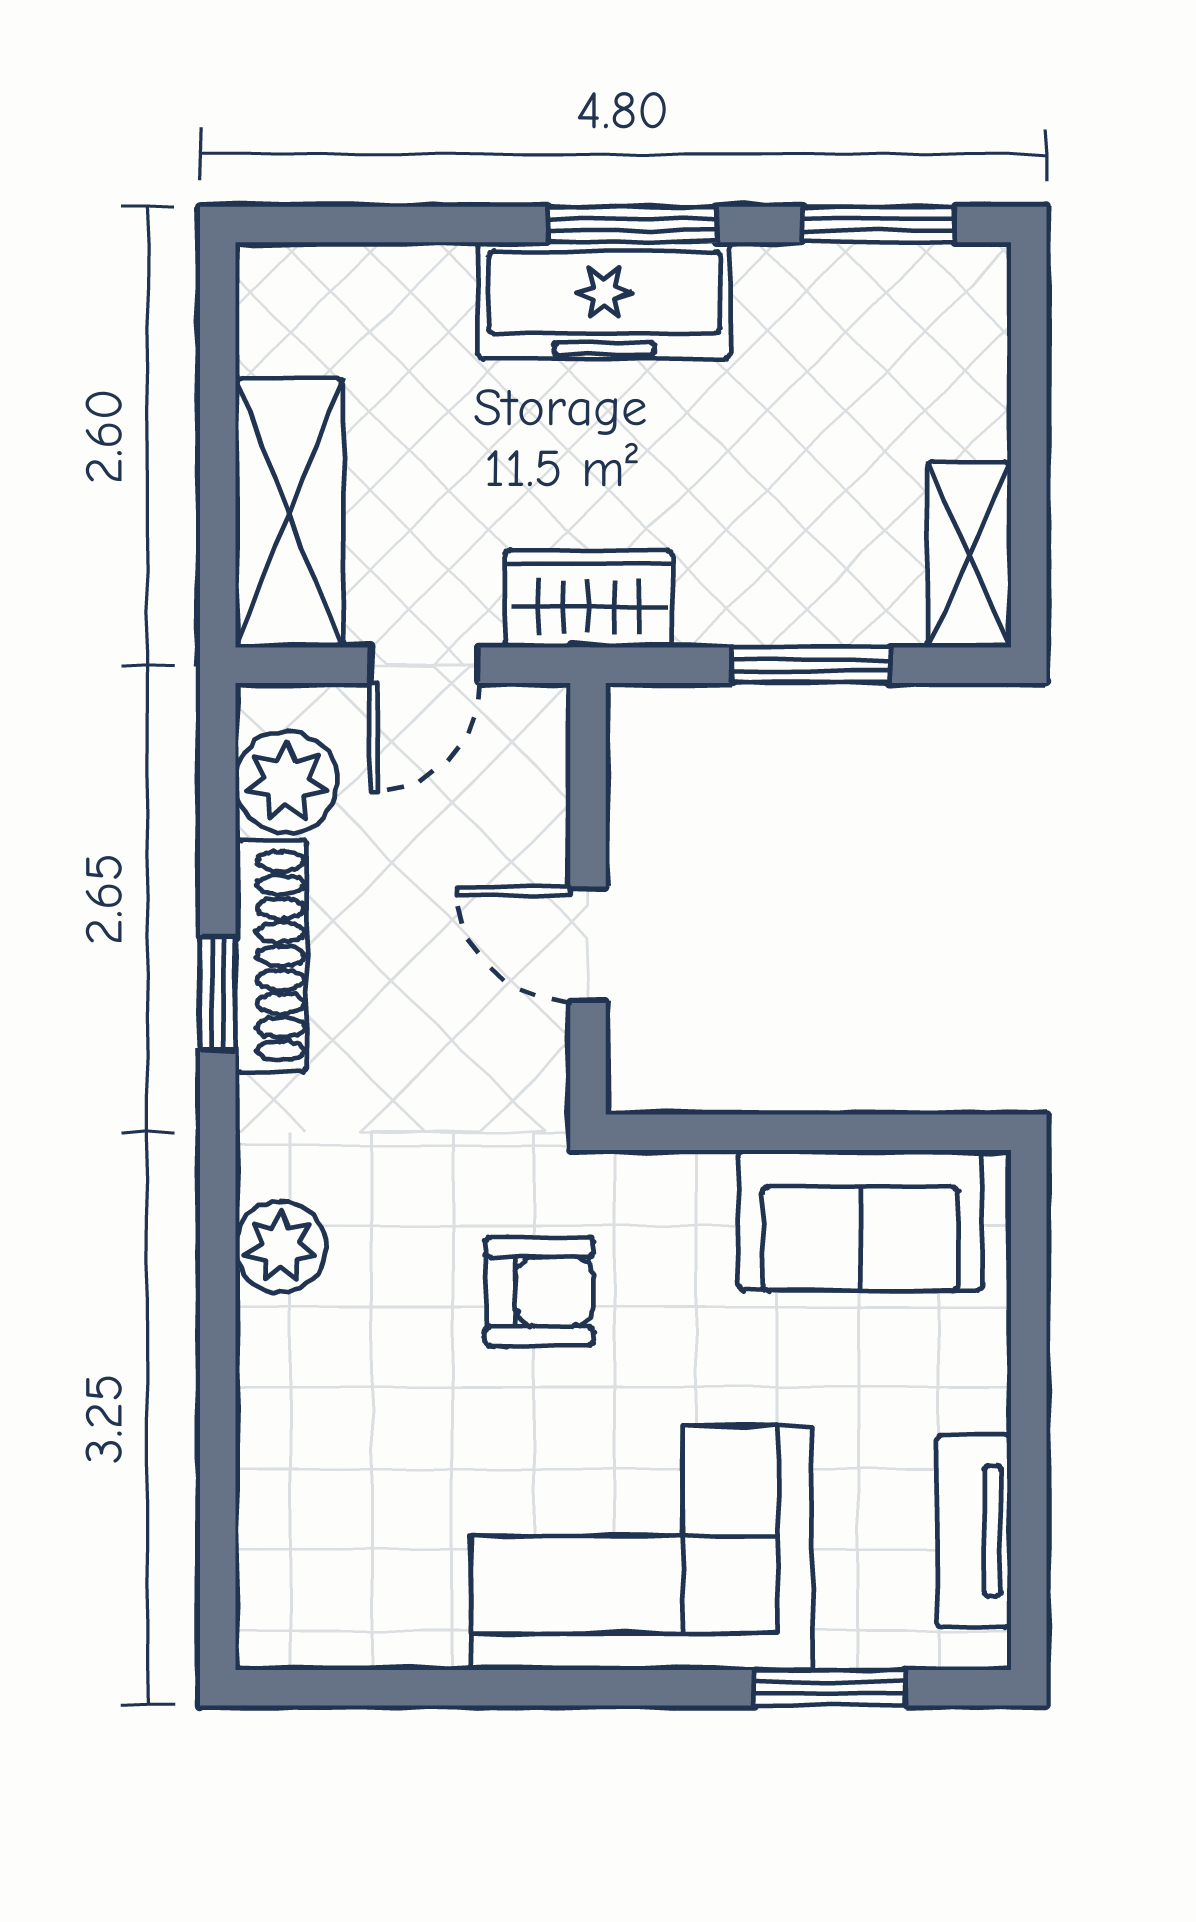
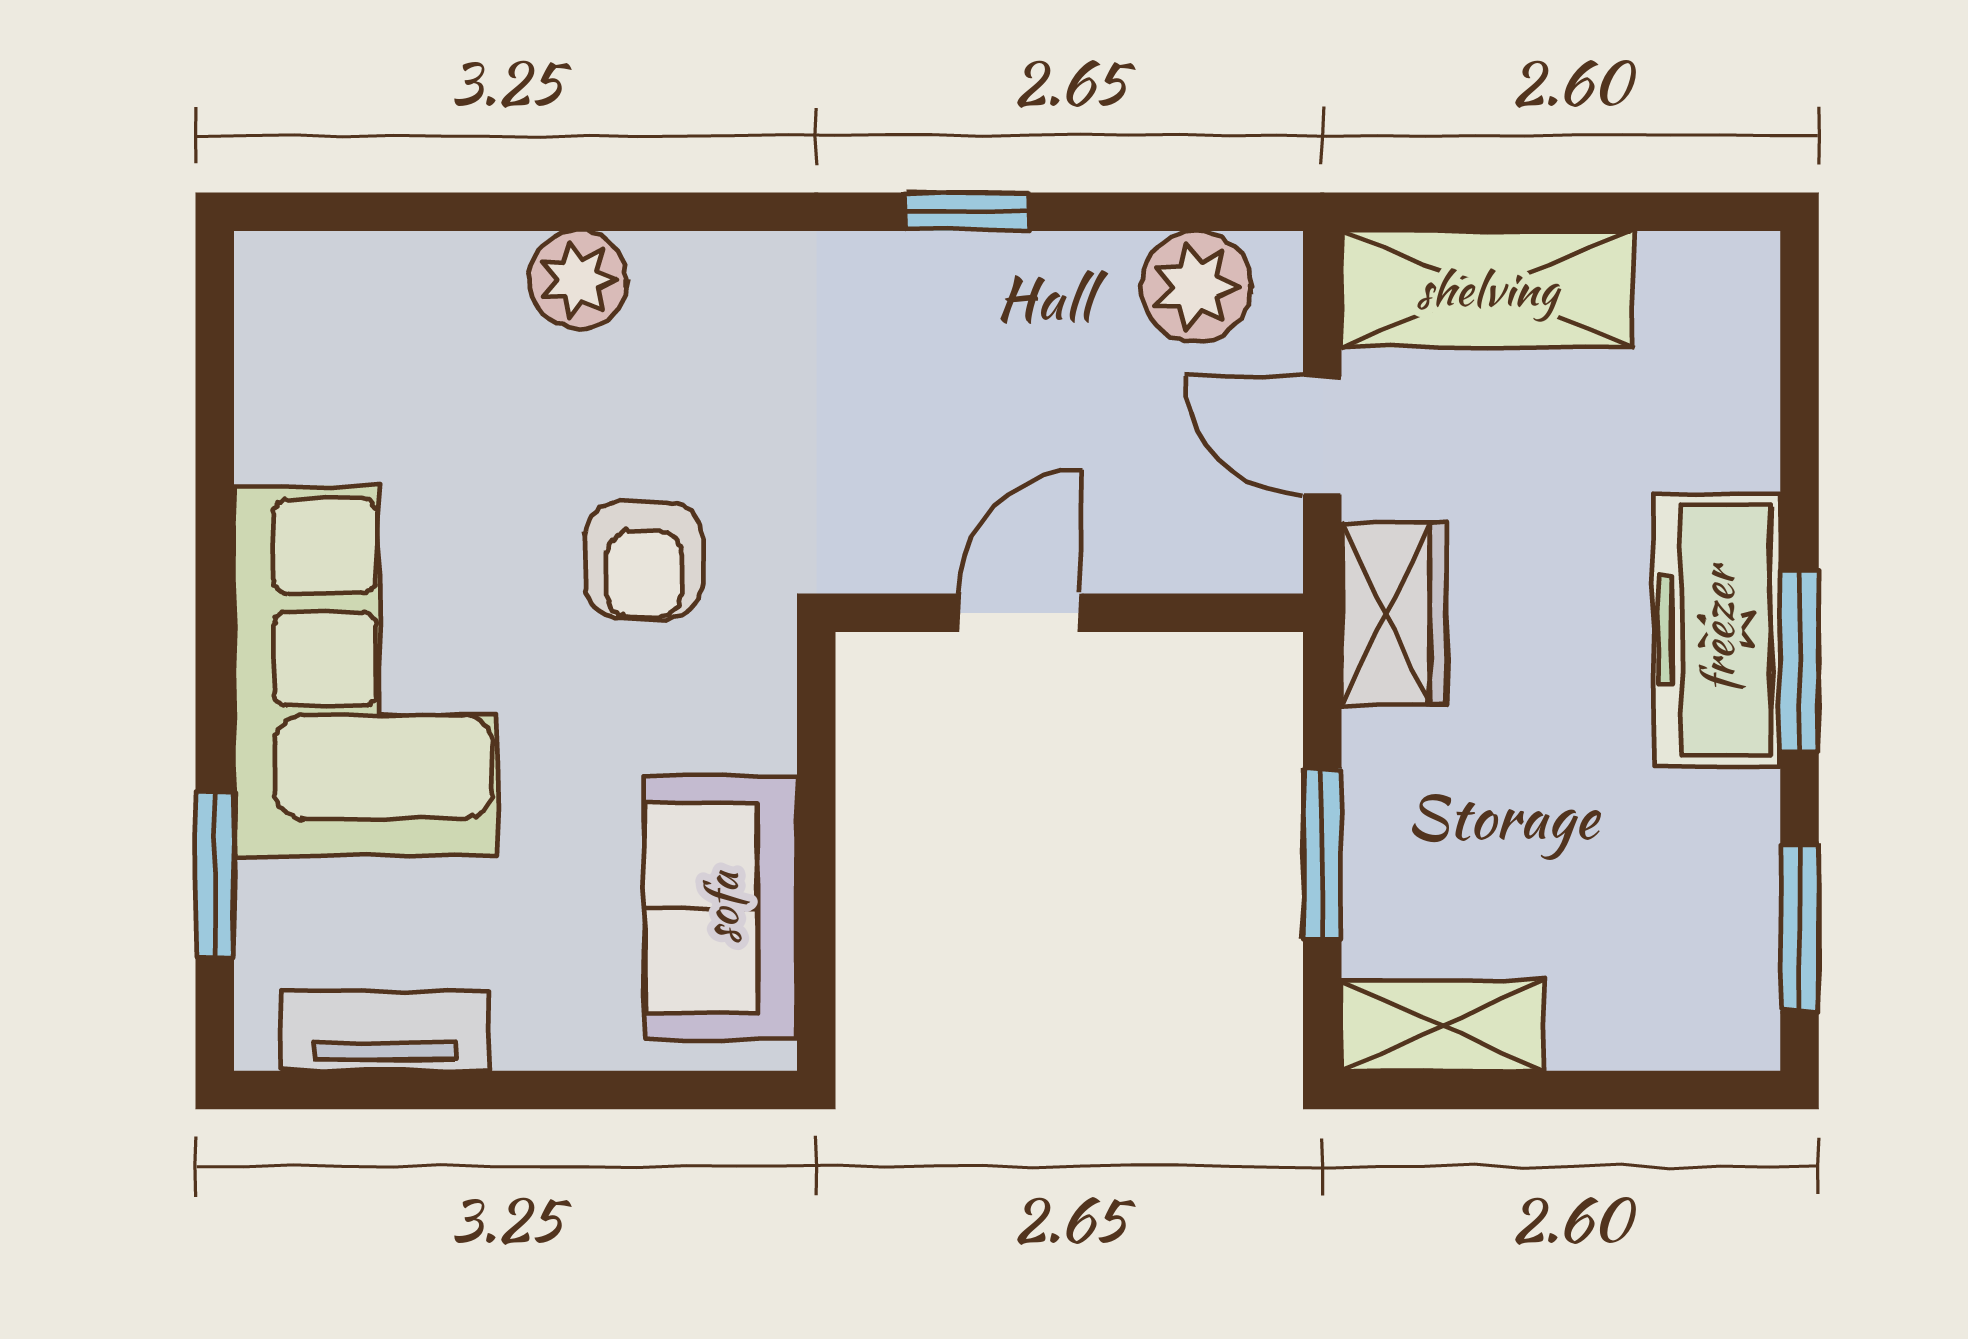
shoe rack: (271, 956) -> (1007, 270), removed
plant: (281, 1247) -> (578, 280), moved

